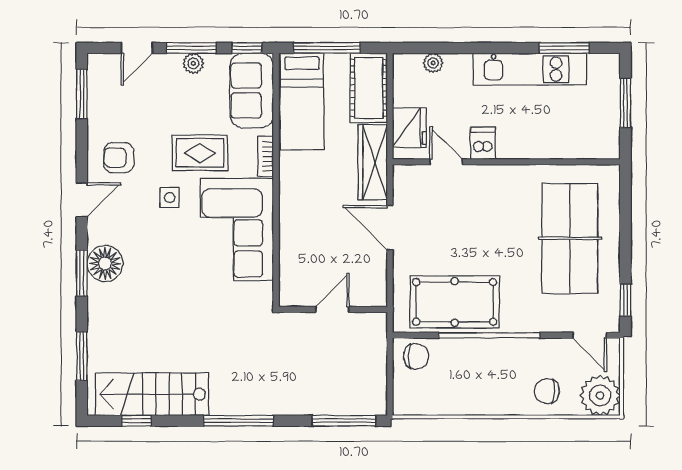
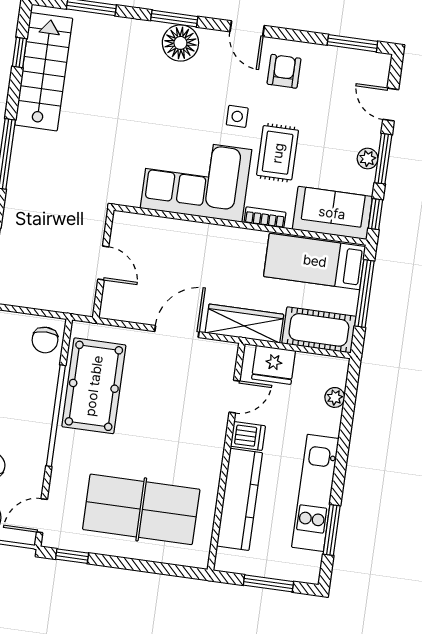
kitchen counter: (547, 143) -> (240, 499), added

